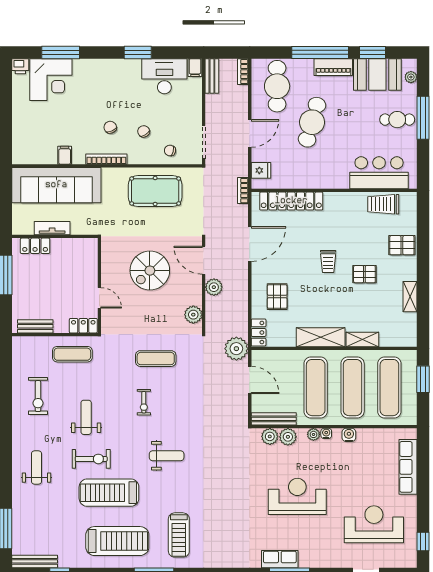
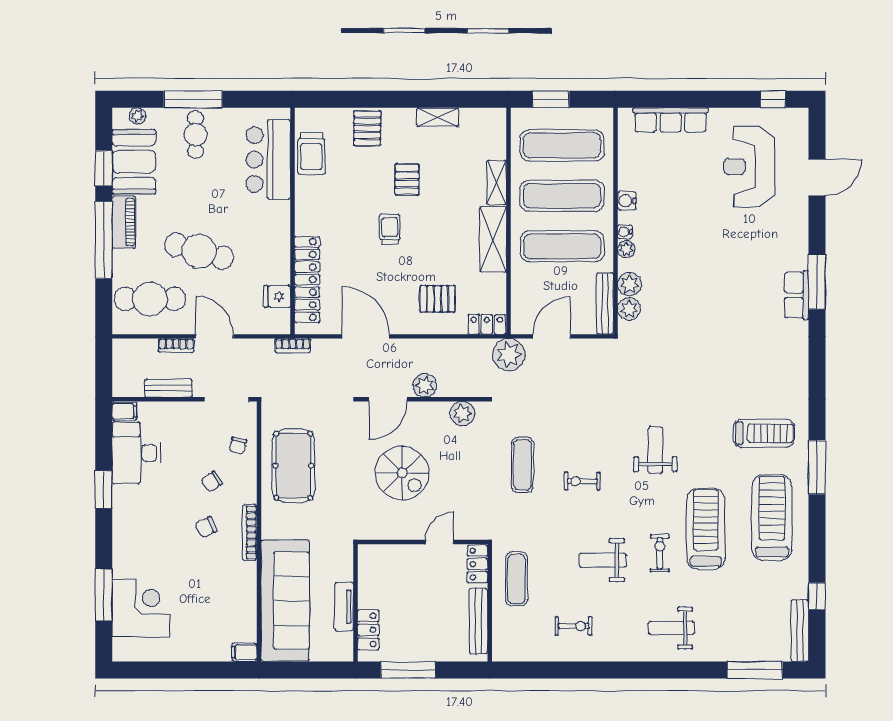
printer: (20, 66) -> (122, 650), removed
bookcase: (243, 72) -> (176, 346), moved
bench: (212, 76) -> (169, 388), moved
filing cabinet: (65, 155) -> (244, 652), moved
fridge: (261, 170) -> (277, 296), moved, turned -90
trolley: (328, 262) -> (390, 229), turned -91
bench: (35, 326) -> (478, 621), width x1.36
exercise bike: (38, 396) -> (574, 626), width x0.73, depth x0.72
exercise bike: (144, 402) -> (582, 481), turned 180
exercise bike: (91, 459) -> (660, 553), width x0.73, depth x0.72
treadmill: (109, 493) -> (706, 529), turned 180
reception desk: (297, 496) -> (711, 271), removed

